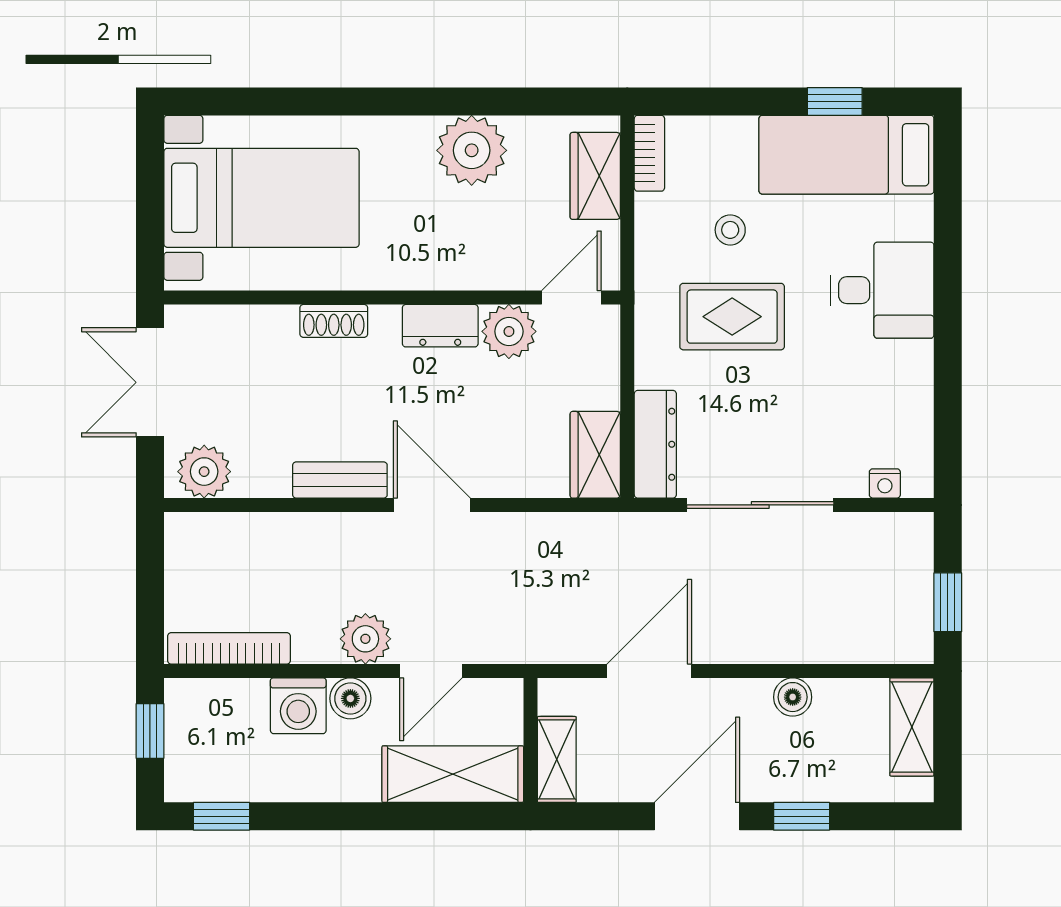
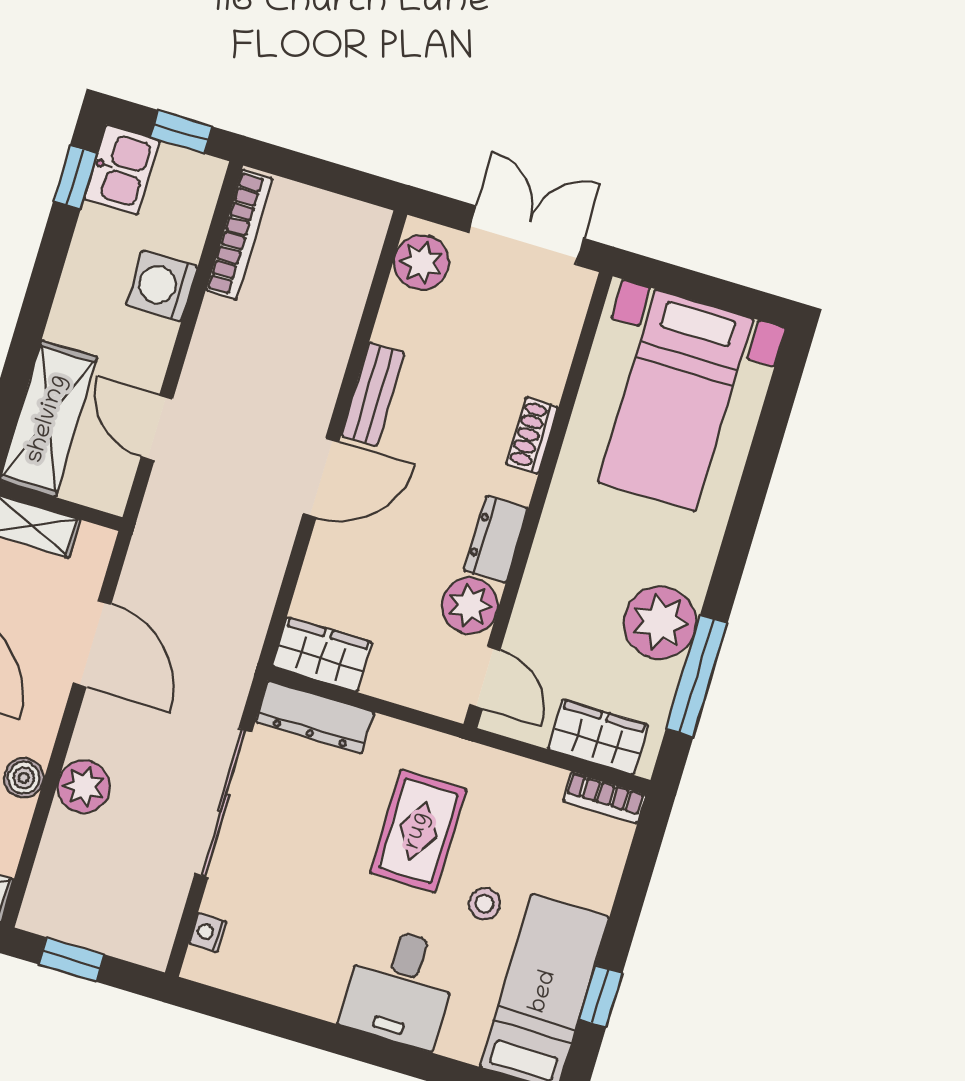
window: (511, 101) -> (697, 676), added
stool: (730, 230) -> (484, 904), moved
plant: (365, 639) -> (84, 787), moved
boiler: (350, 698) -> (154, 340), removed
kitchen sink: (202, 775) -> (122, 170), added

